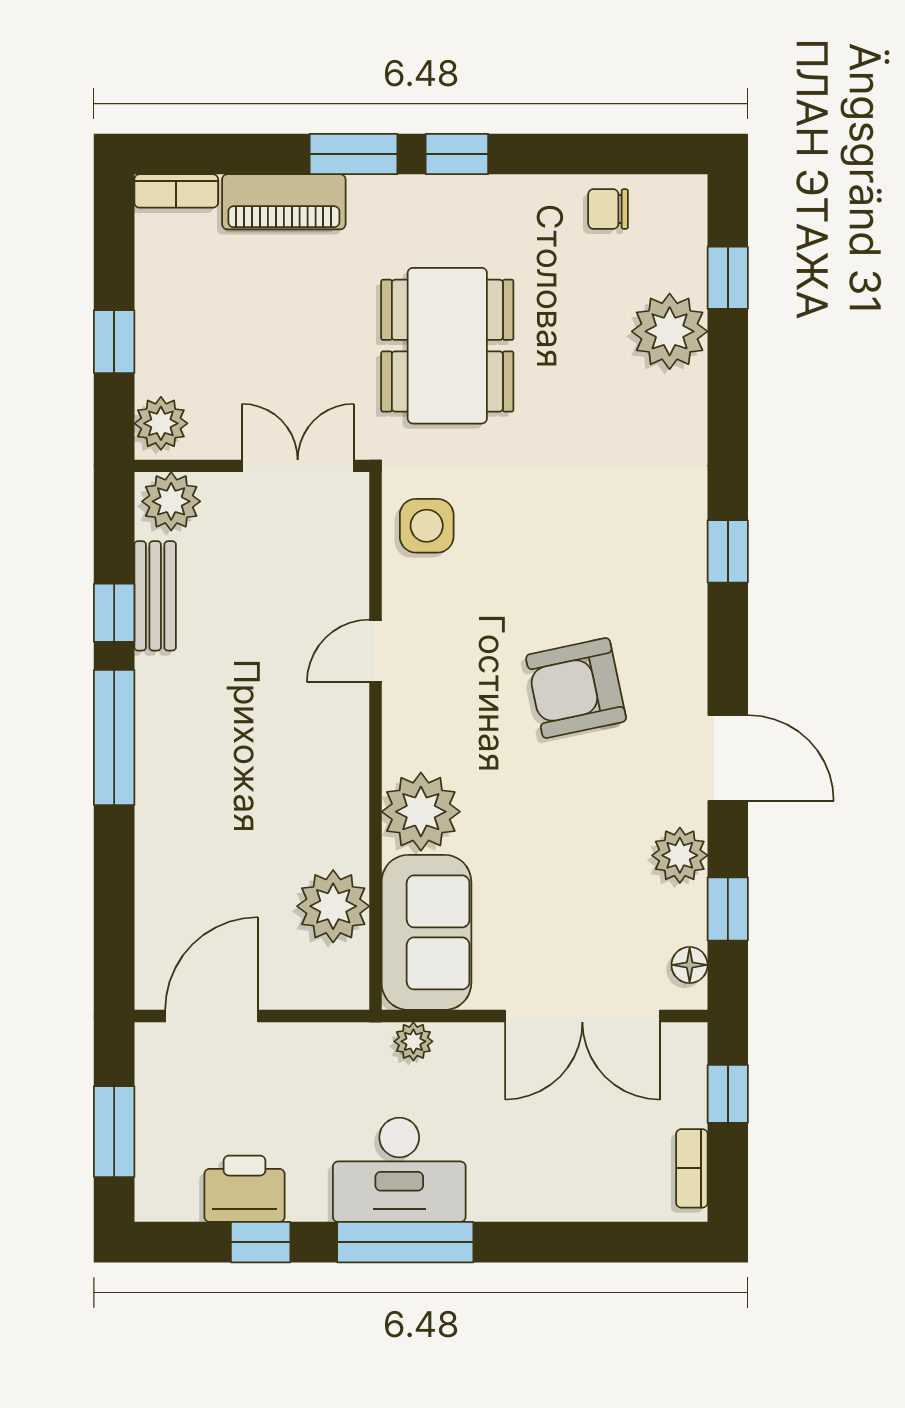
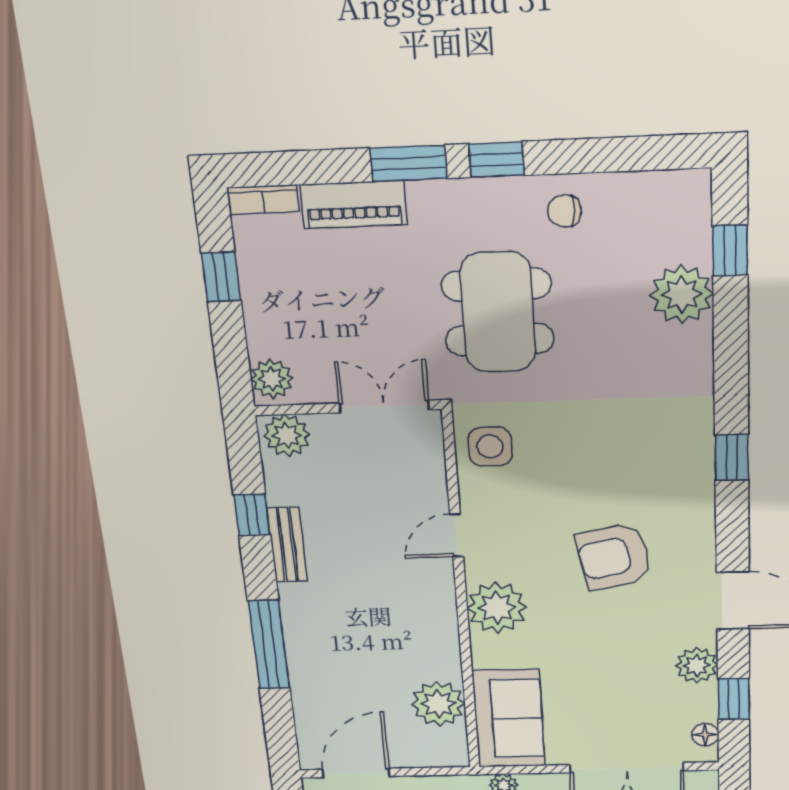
chair: (608, 209) -> (565, 211), moved
window: (114, 342) -> (221, 277), moved
bench: (155, 596) -> (287, 545), moved
window: (114, 738) -> (269, 645), moved
plant: (421, 812) -> (497, 608), moved

